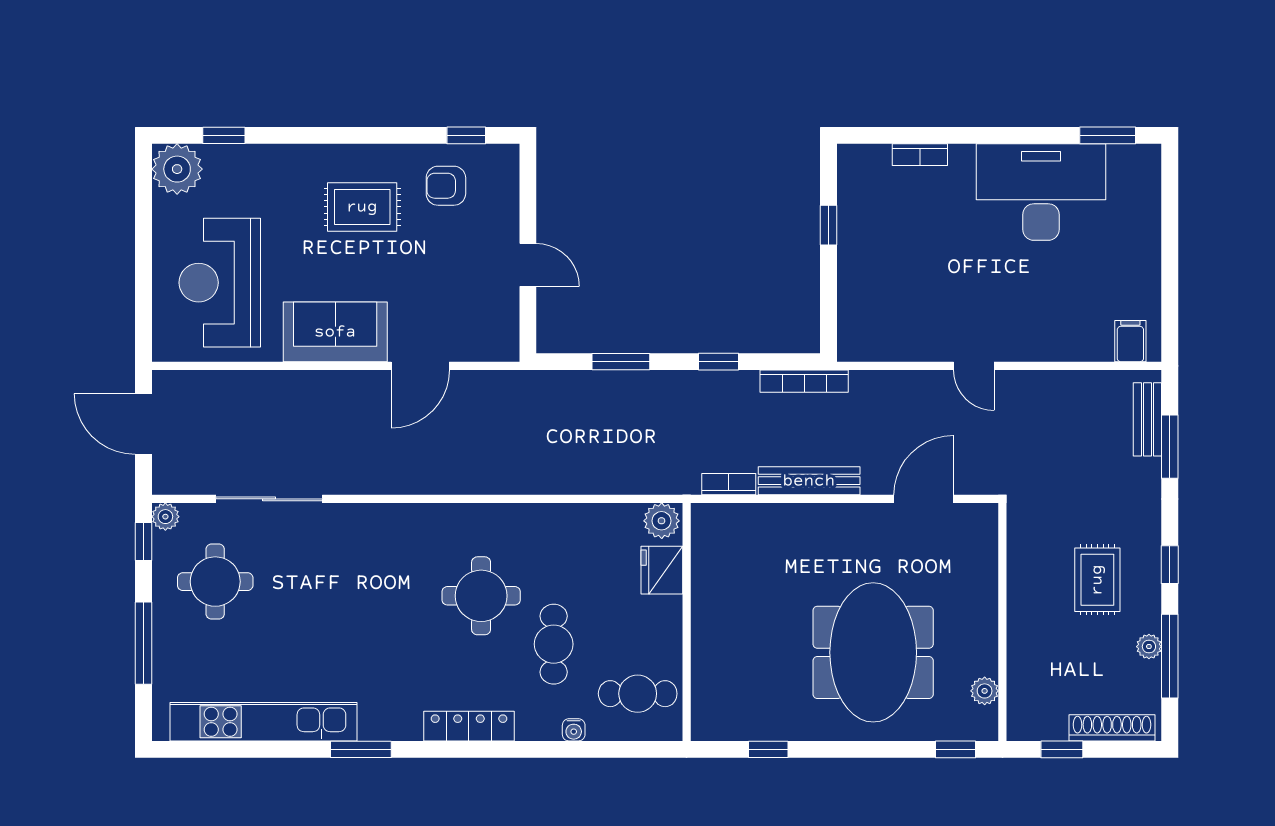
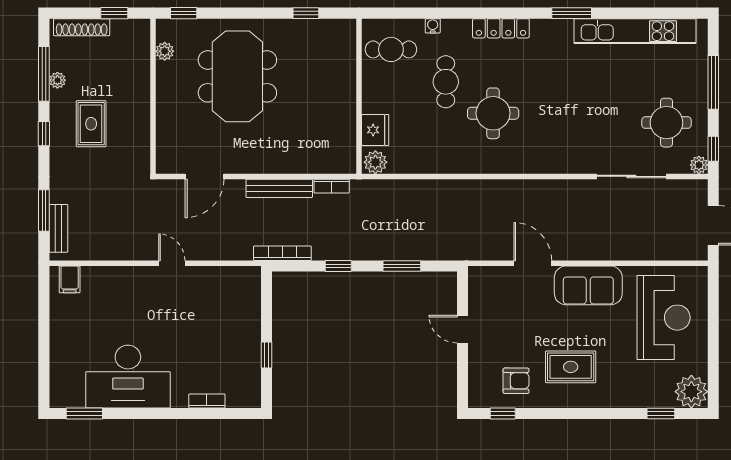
door: (420, 366) -> (533, 263), hinge flipped

